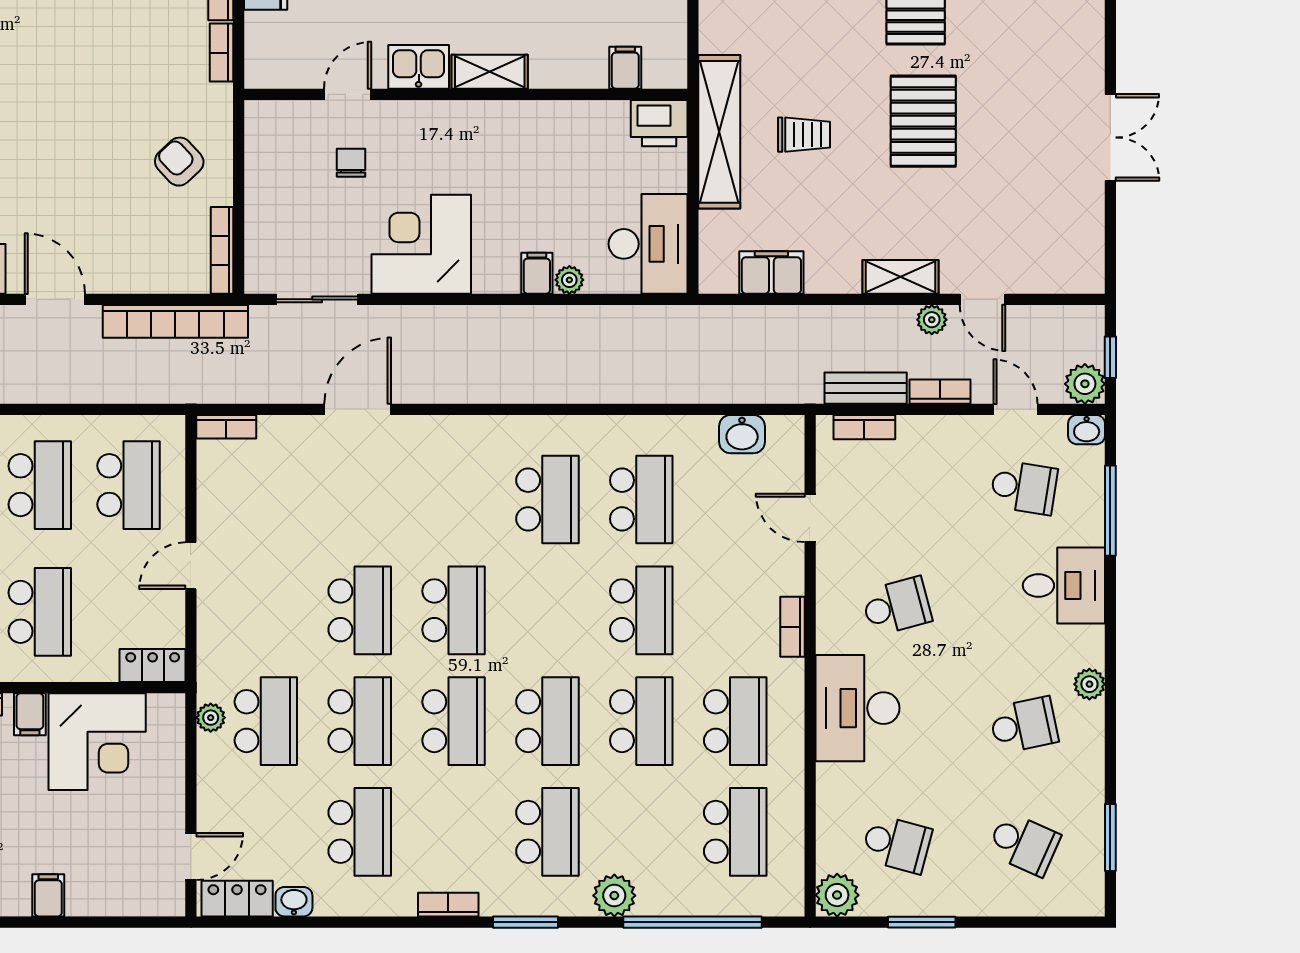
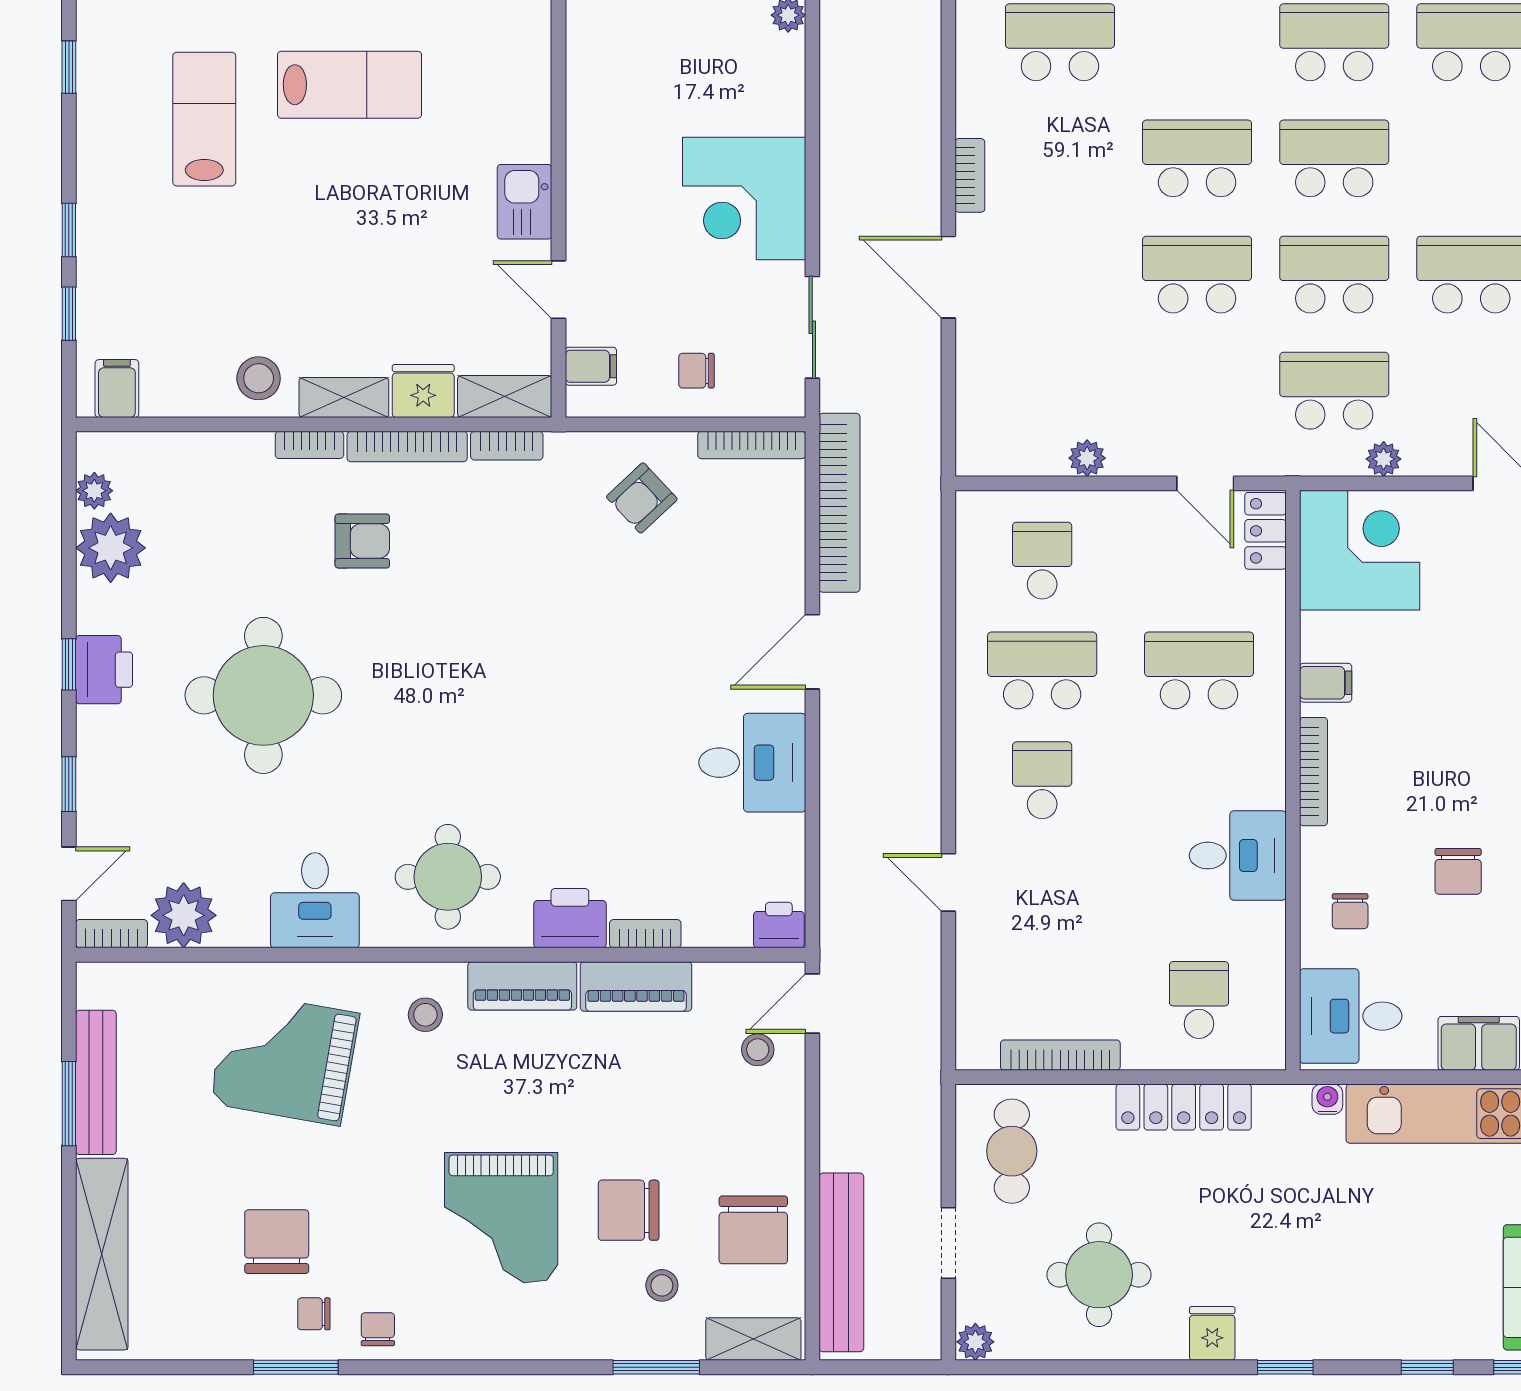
shelving: (490, 72) -> (505, 396), moved, turned 90
chair: (351, 163) -> (696, 371), moved
filing cabinet: (537, 273) -> (591, 366), moved, turned 180
bookcase: (226, 427) -> (970, 175), moved
school desk: (129, 485) -> (1042, 561), width x0.54
plant: (211, 521) -> (1087, 458), added
door: (191, 566) -> (1205, 483), moved
plant: (211, 718) -> (1384, 459), moved
corner desk: (97, 742) -> (1360, 550), moved

